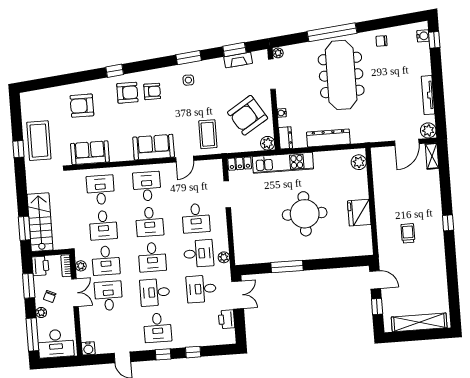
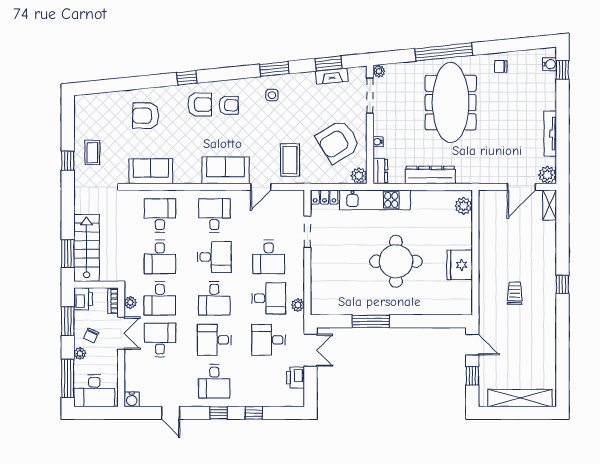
coffee table: (39, 141) -> (92, 153), width x0.54, depth x0.58
desk: (150, 222) -> (214, 257), turned -90

